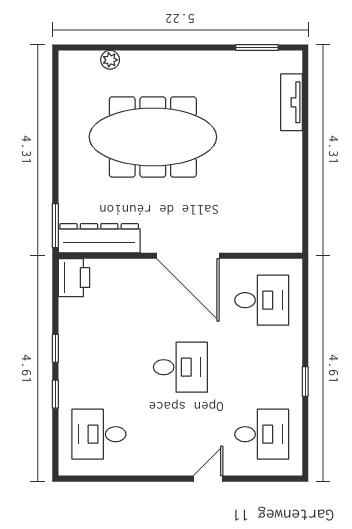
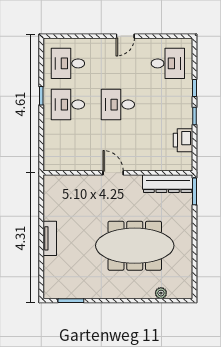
tv unit: (292, 102) -> (50, 238), moved
door: (188, 256) -> (113, 173), width x0.53
printer: (74, 278) -> (183, 140), moved
desk: (262, 300) -> (68, 105), moved
door: (208, 479) -> (125, 36), moved

